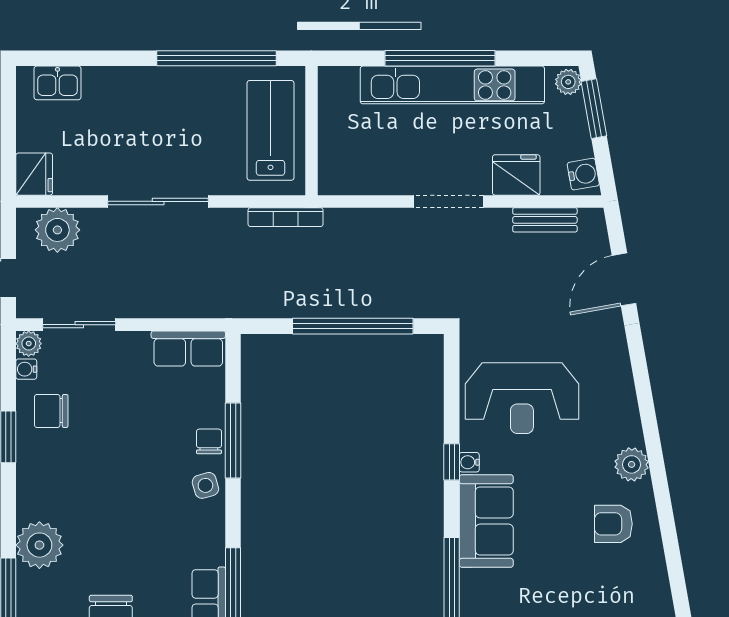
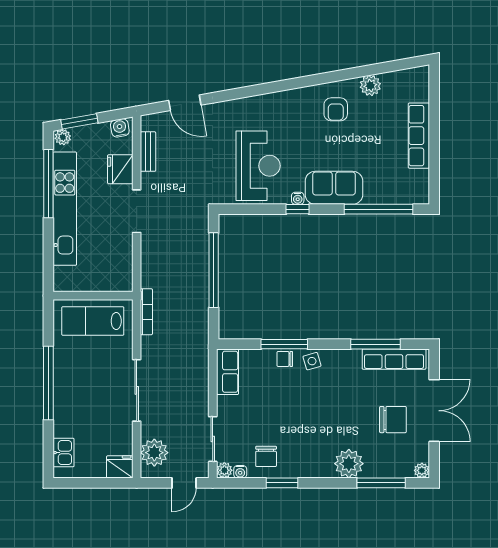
window: (217, 58) -> (48, 383), moved
window: (440, 58) -> (48, 184), moved
plant: (632, 464) -> (370, 85), moved

